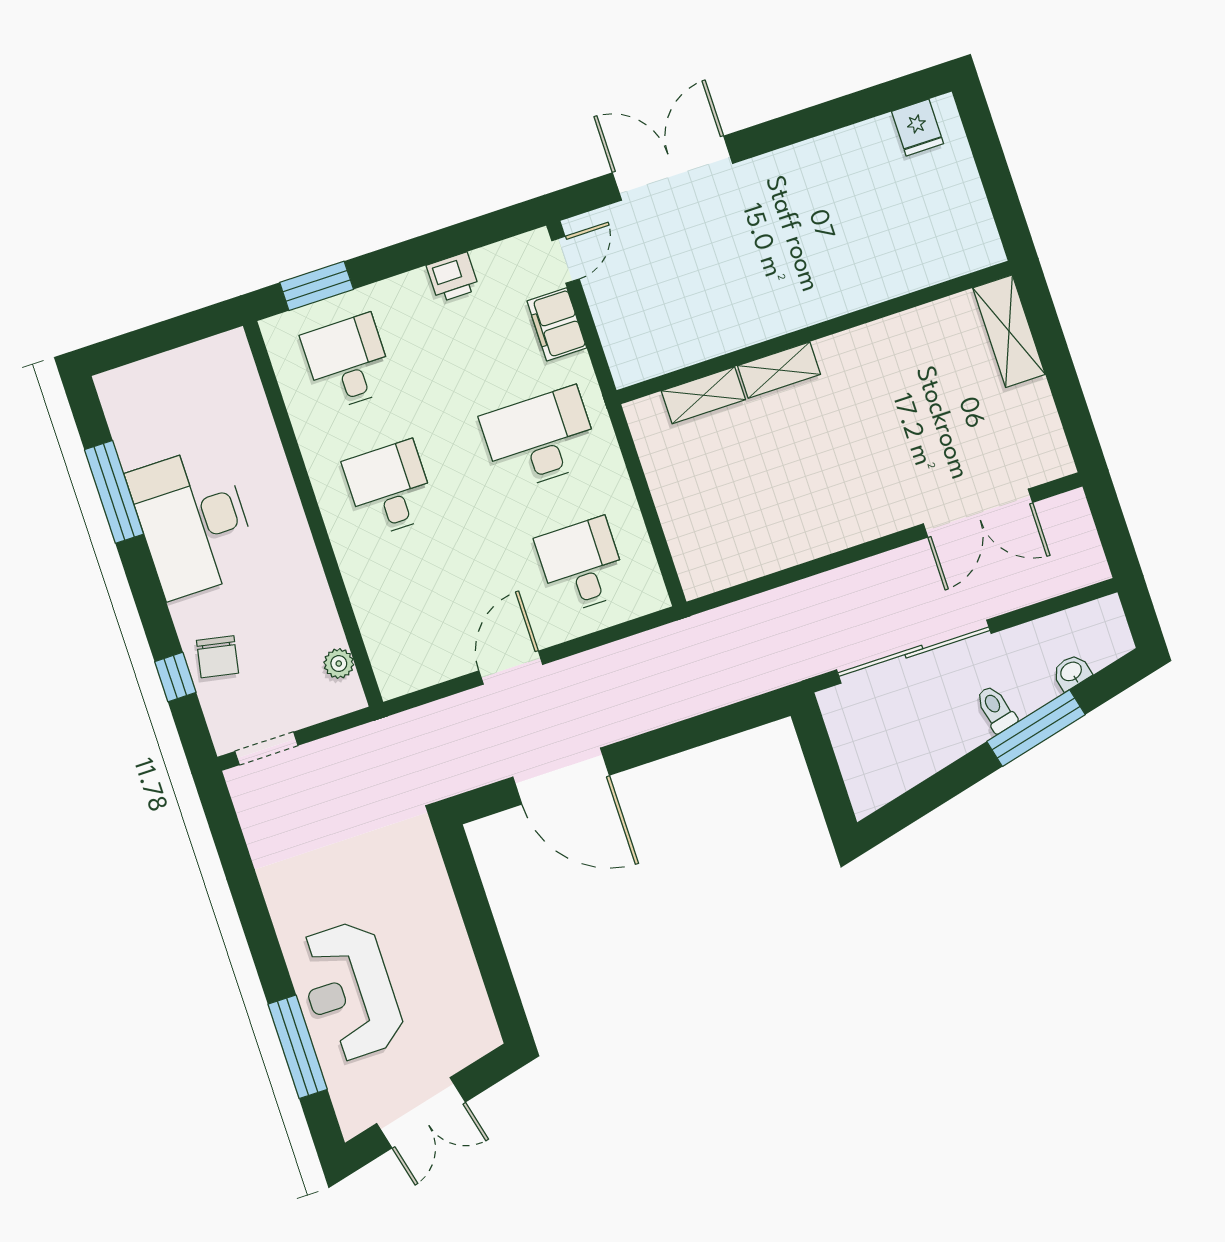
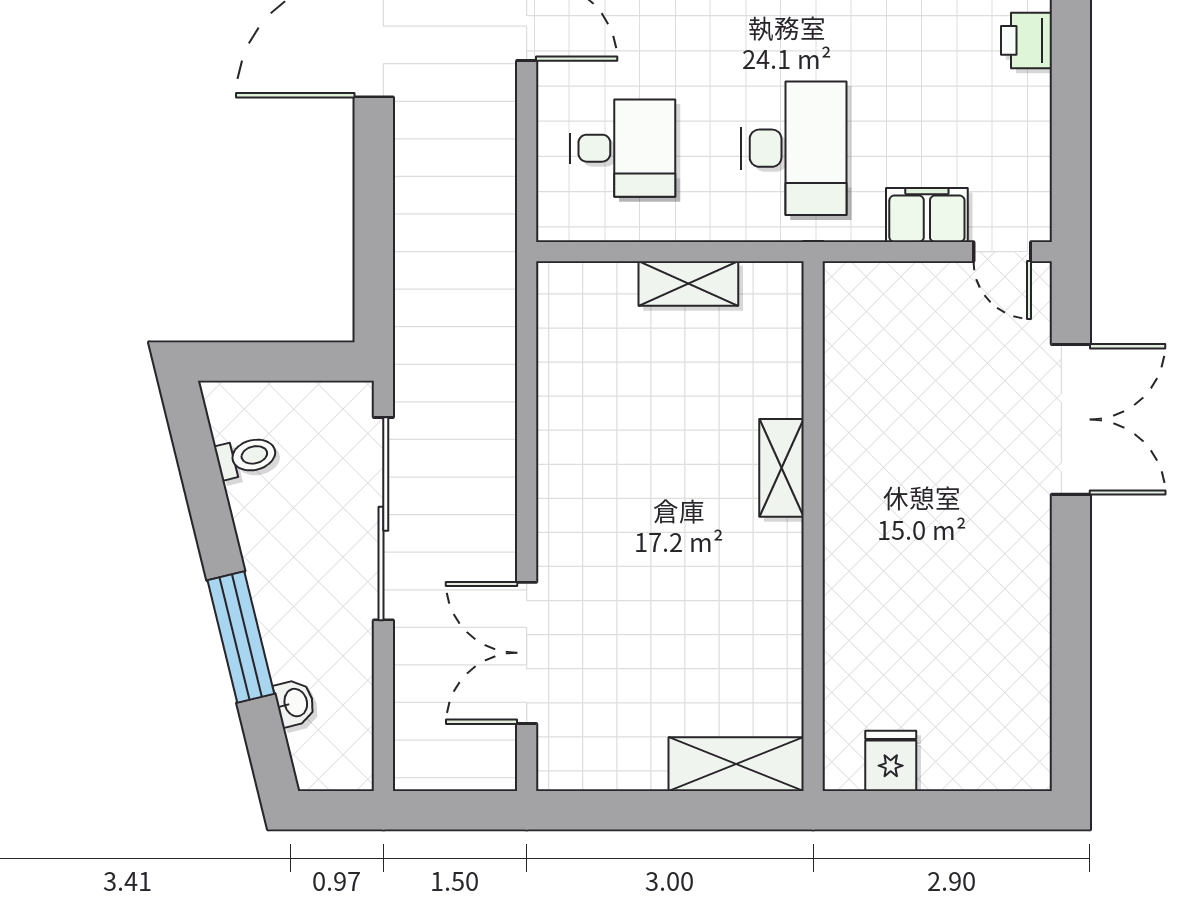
fridge: (918, 128) -> (891, 761), moved, turned 90
printer: (453, 277) -> (1026, 40), moved
shelving: (703, 395) -> (688, 284), moved, turned 90
toilet: (996, 709) -> (246, 457), moved

